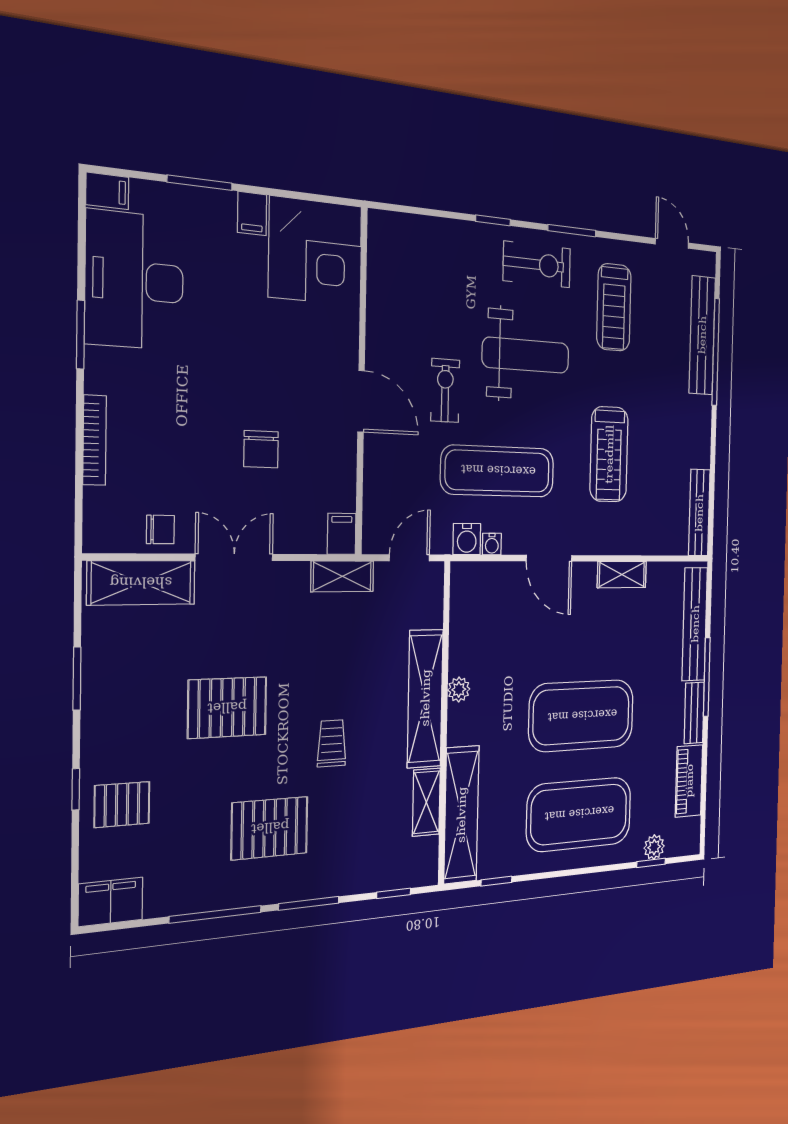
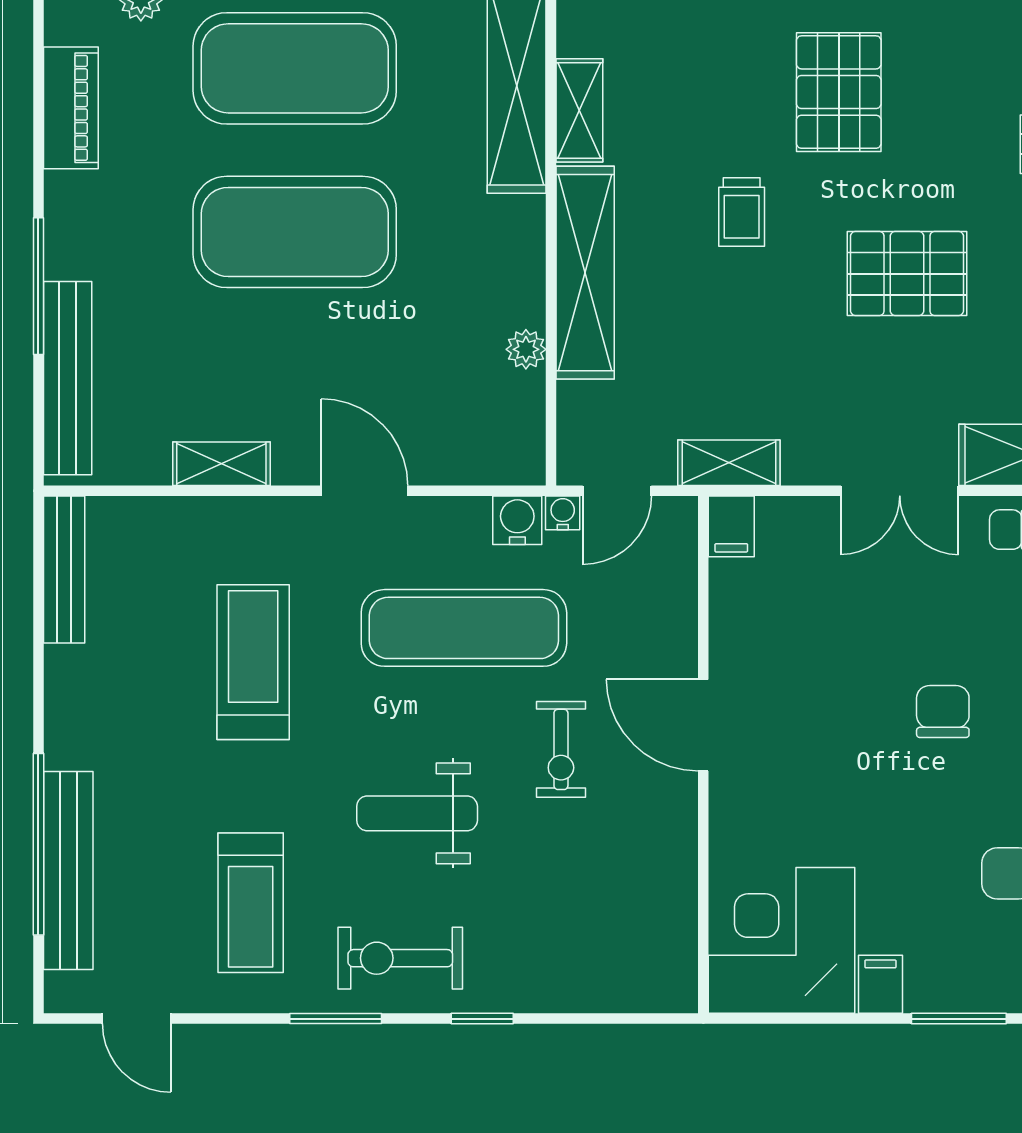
treadmill: (614, 307) -> (251, 903), turned 180
weight bench: (526, 355) -> (417, 813), width x0.73, depth x0.75
chair: (261, 449) -> (943, 712), moved
water cooler: (492, 544) -> (563, 513), moved
plant: (459, 689) -> (526, 349), moved
bench: (694, 713) -> (63, 225), removed
pallet: (270, 828) -> (839, 92), turned 90

